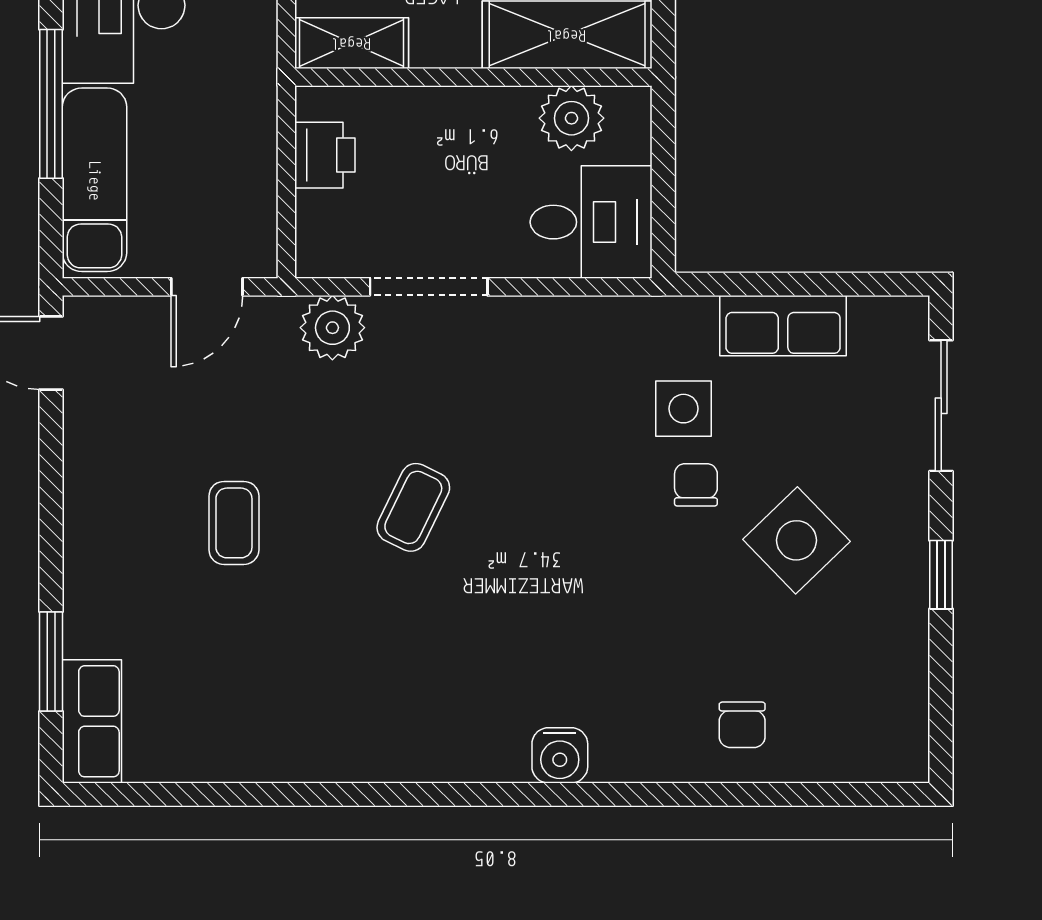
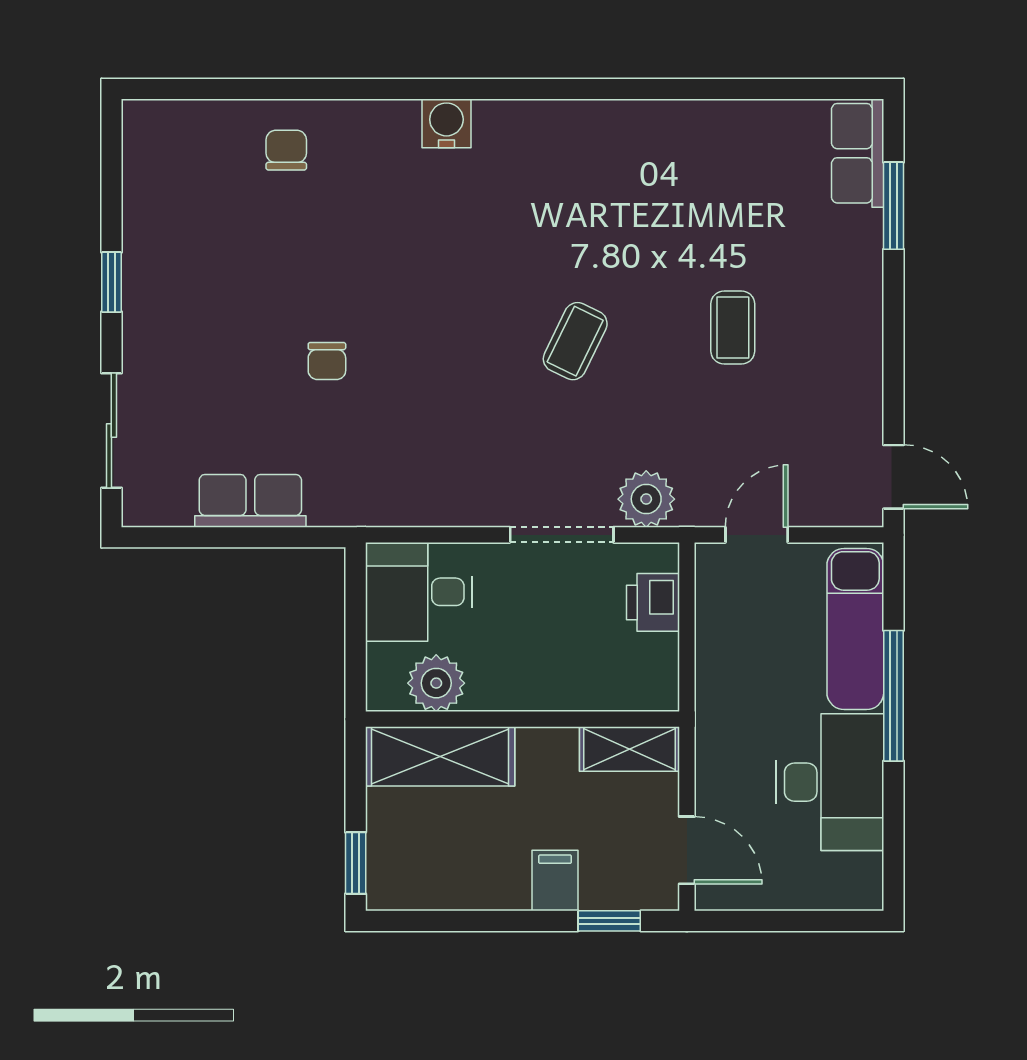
printer: (325, 155) -> (653, 602), moved
side table: (683, 409) -> (338, 428), removed
side table: (796, 540) -> (239, 312), removed

